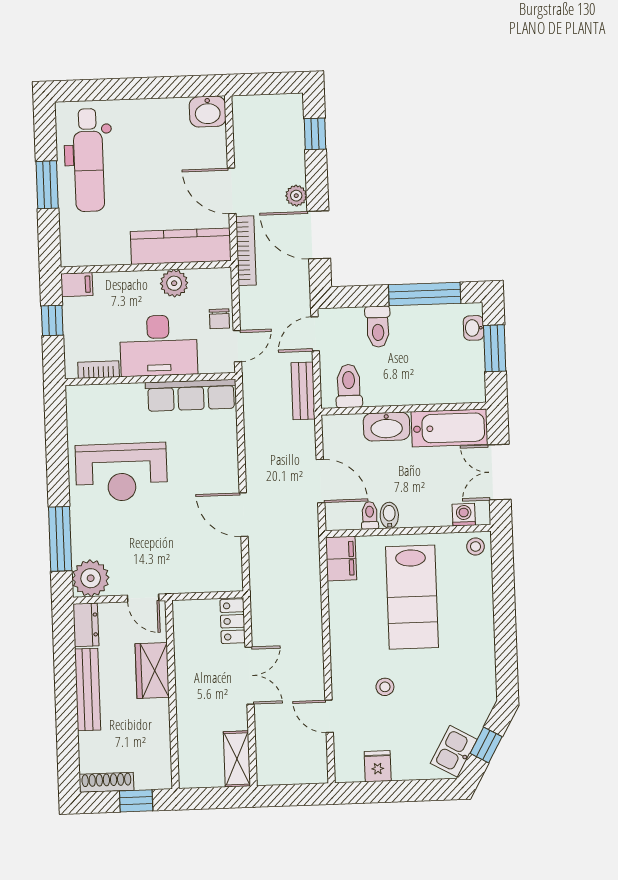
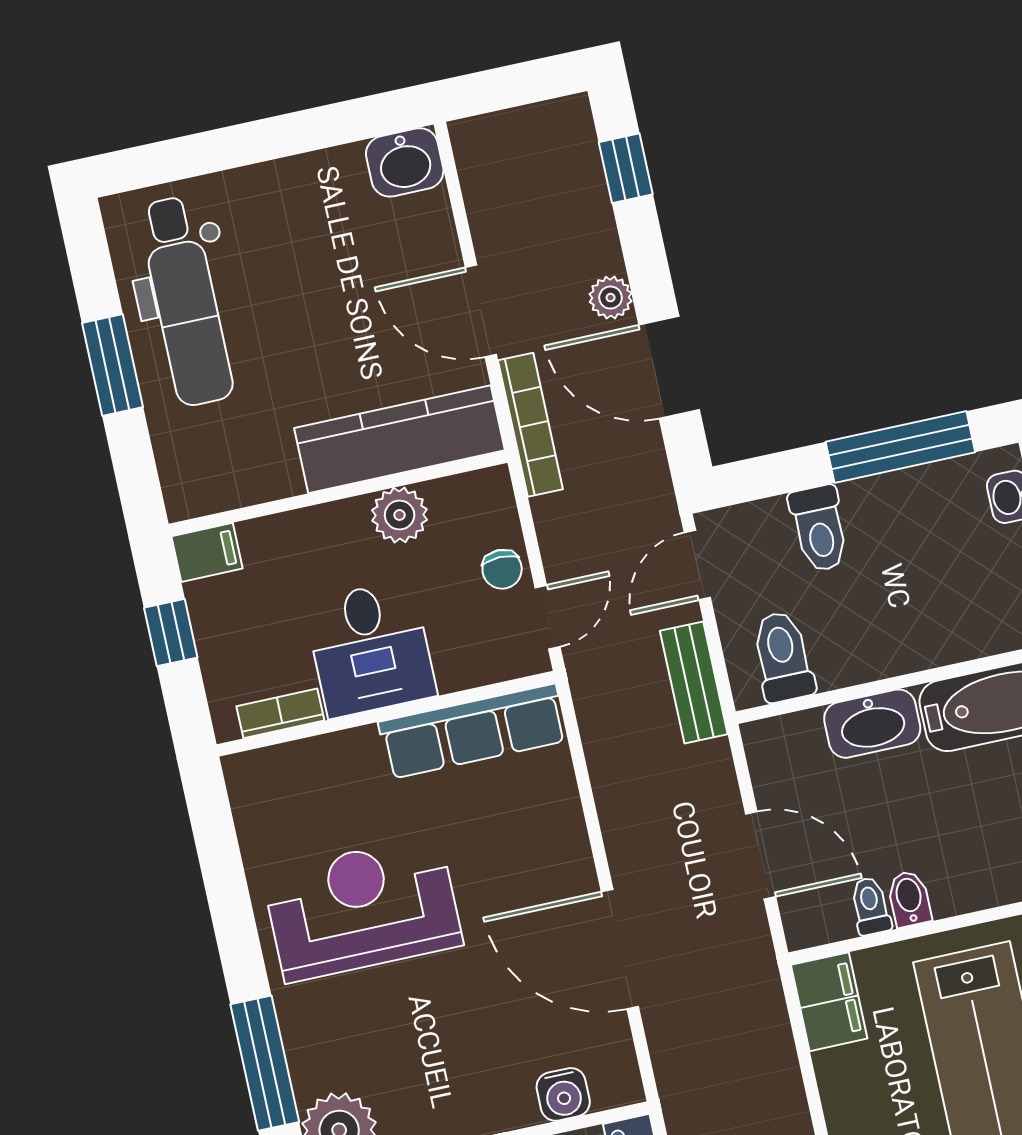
desk: (159, 346) -> (370, 649), width x0.73
reception desk: (121, 472) -> (362, 909), turned 180
door: (244, 515) -> (620, 949), width x1.36
water cooler: (203, 580) -> (563, 1094), added

